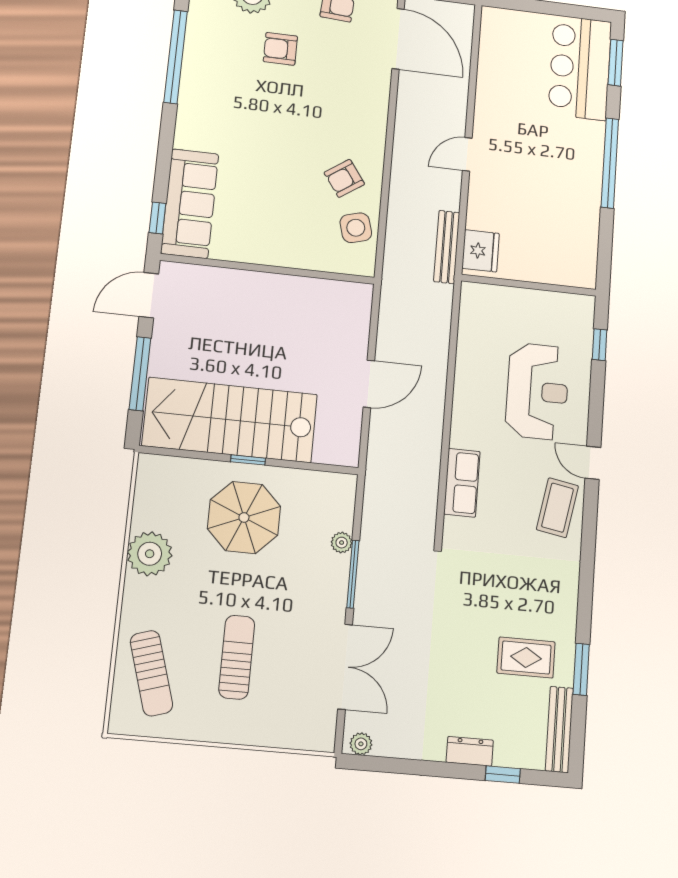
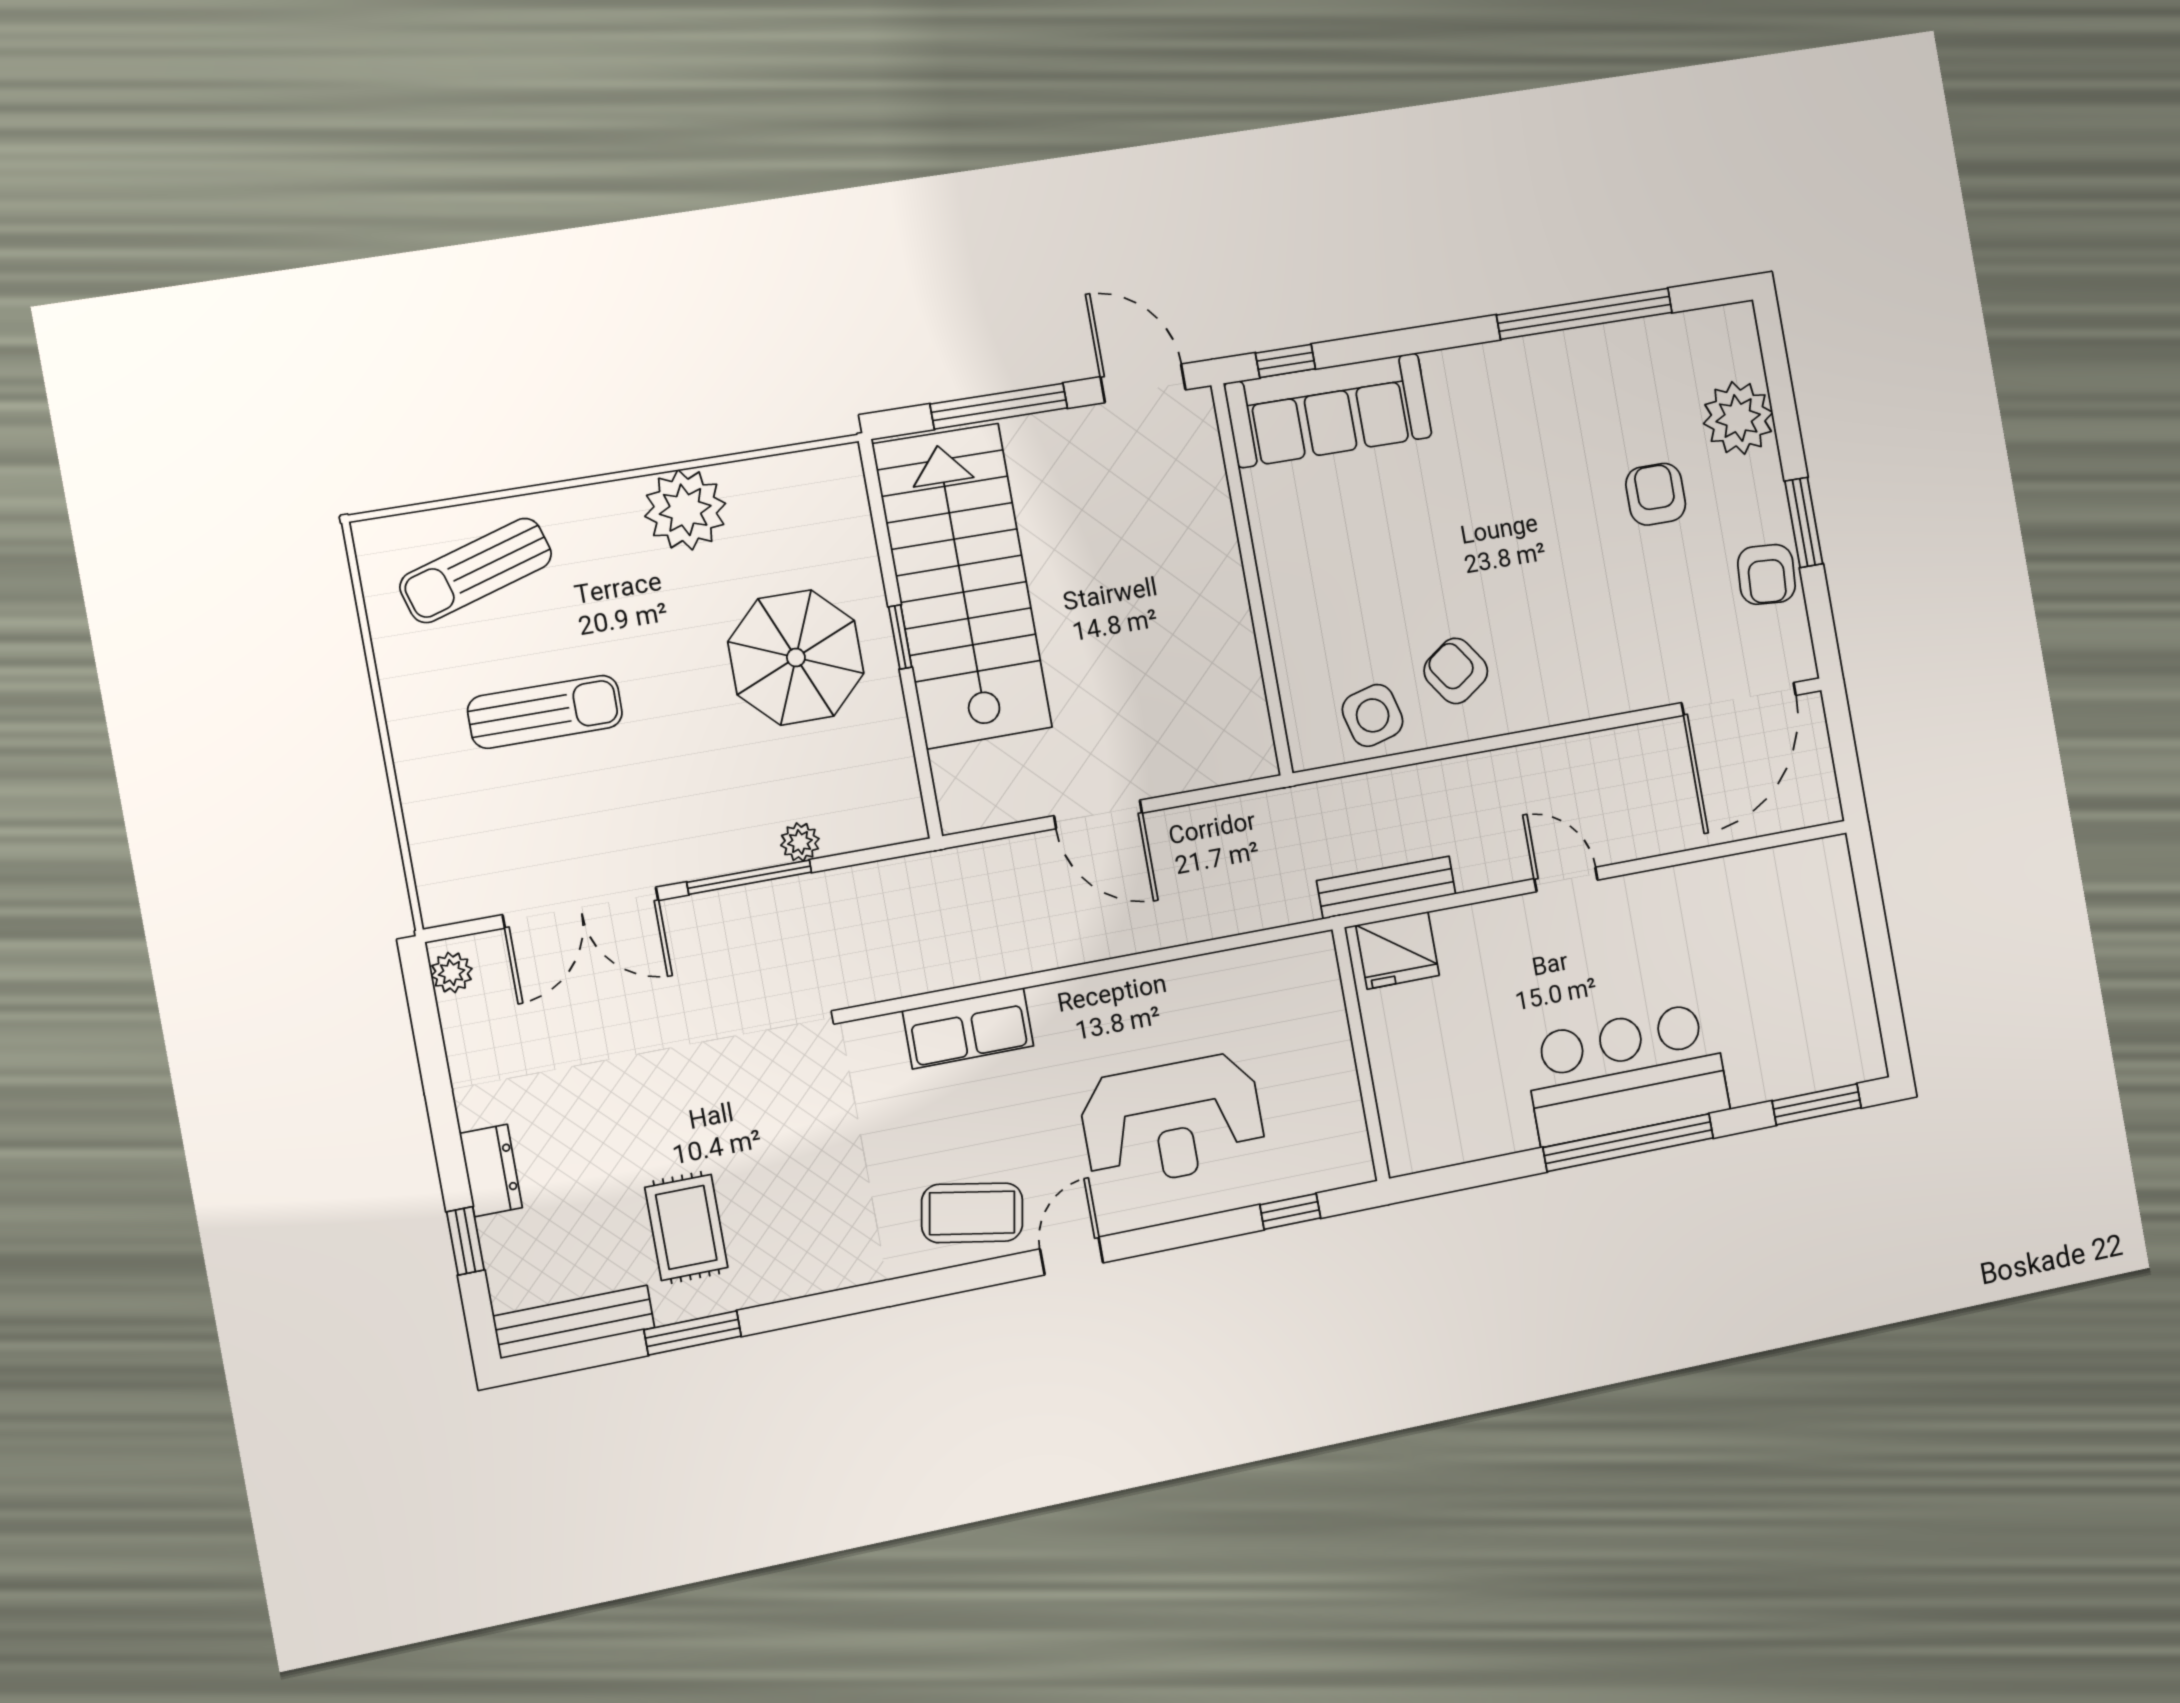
bar counter: (580, 68) -> (1626, 1074), moved

